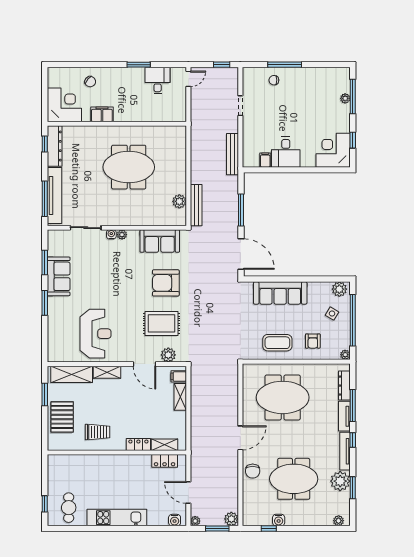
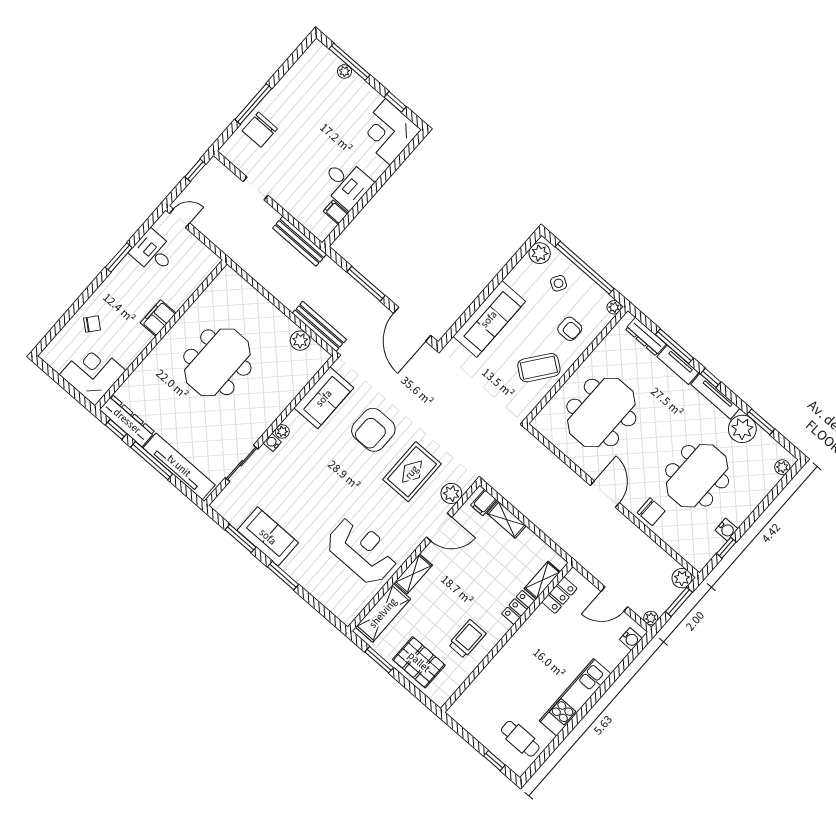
door: (188, 79) -> (180, 218), hinge flipped
chair: (274, 80) -> (260, 130), width x1.87, depth x1.87
filing cabinet: (102, 114) -> (158, 318), moved
window: (45, 199) -> (152, 461), moved
door: (241, 254) -> (412, 324), swing flipped
coffee table: (277, 343) -> (539, 368), turned 37

